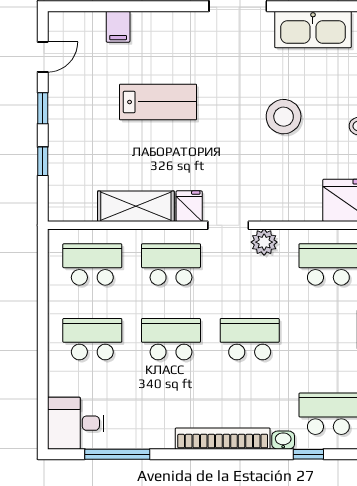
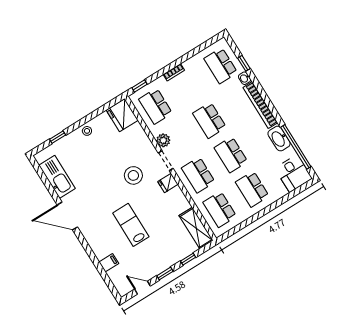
stool: (284, 117) -> (133, 175), moved
shelving: (136, 206) -> (196, 228), moved
washbasin: (148, 435) -> (279, 139), added
window: (117, 454) -> (296, 147), width x1.46

